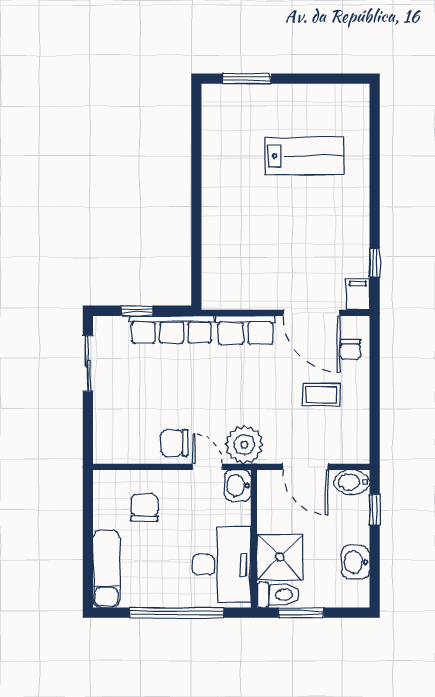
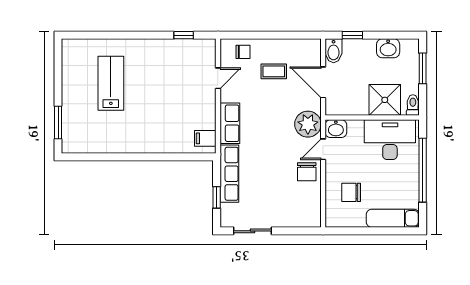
filing cabinet: (358, 294) -> (205, 138), moved
door: (311, 313) -> (218, 78), width x0.53
coffee table: (321, 395) -> (274, 71), turned 90
door: (305, 467) -> (323, 82), swing flipped
toilet: (278, 595) -> (413, 105), width x0.73, depth x0.72
window: (301, 613) -> (423, 68), moved

